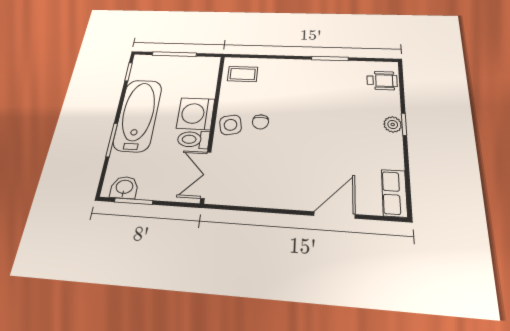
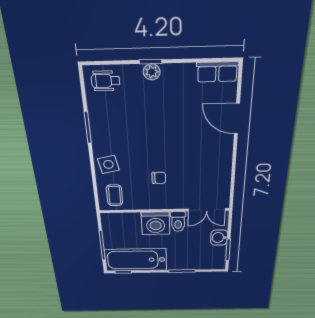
wheelchair: (382, 81) -> (106, 81), turned -90
bathtub: (138, 115) -> (136, 260), moved
side table: (230, 125) -> (108, 164), moved
washbasin: (124, 187) -> (219, 238), moved

